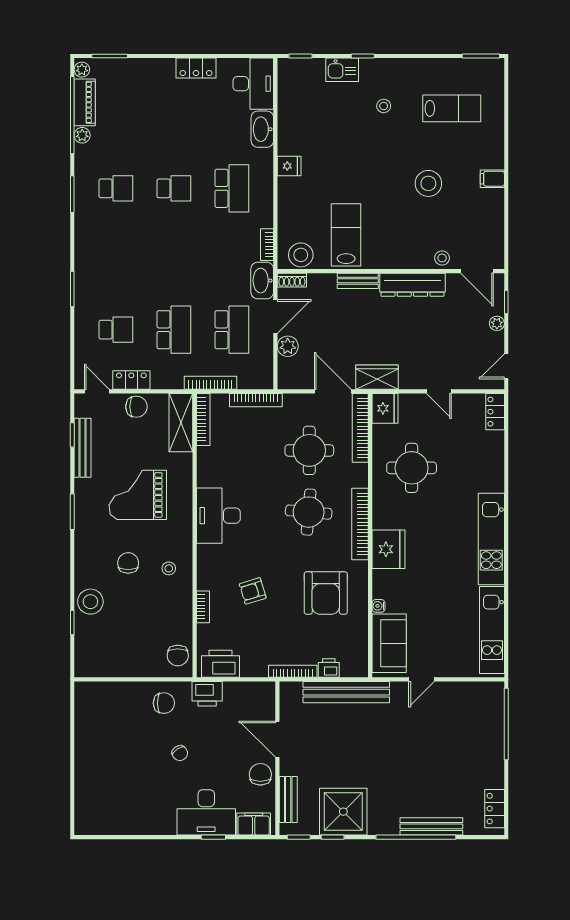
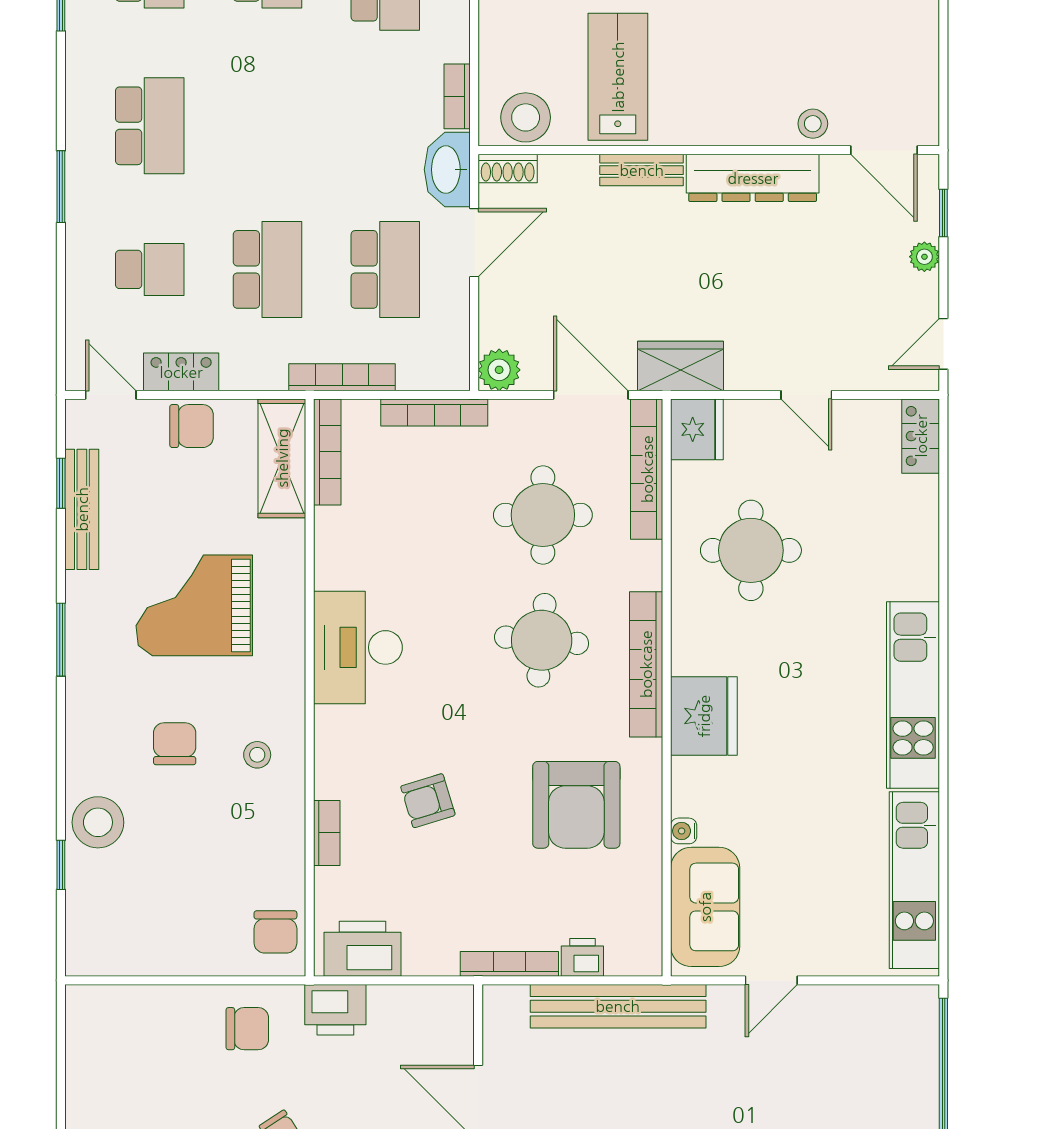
school desk: (116, 259) -> (150, 126), added
plant: (288, 346) -> (499, 370), moved

